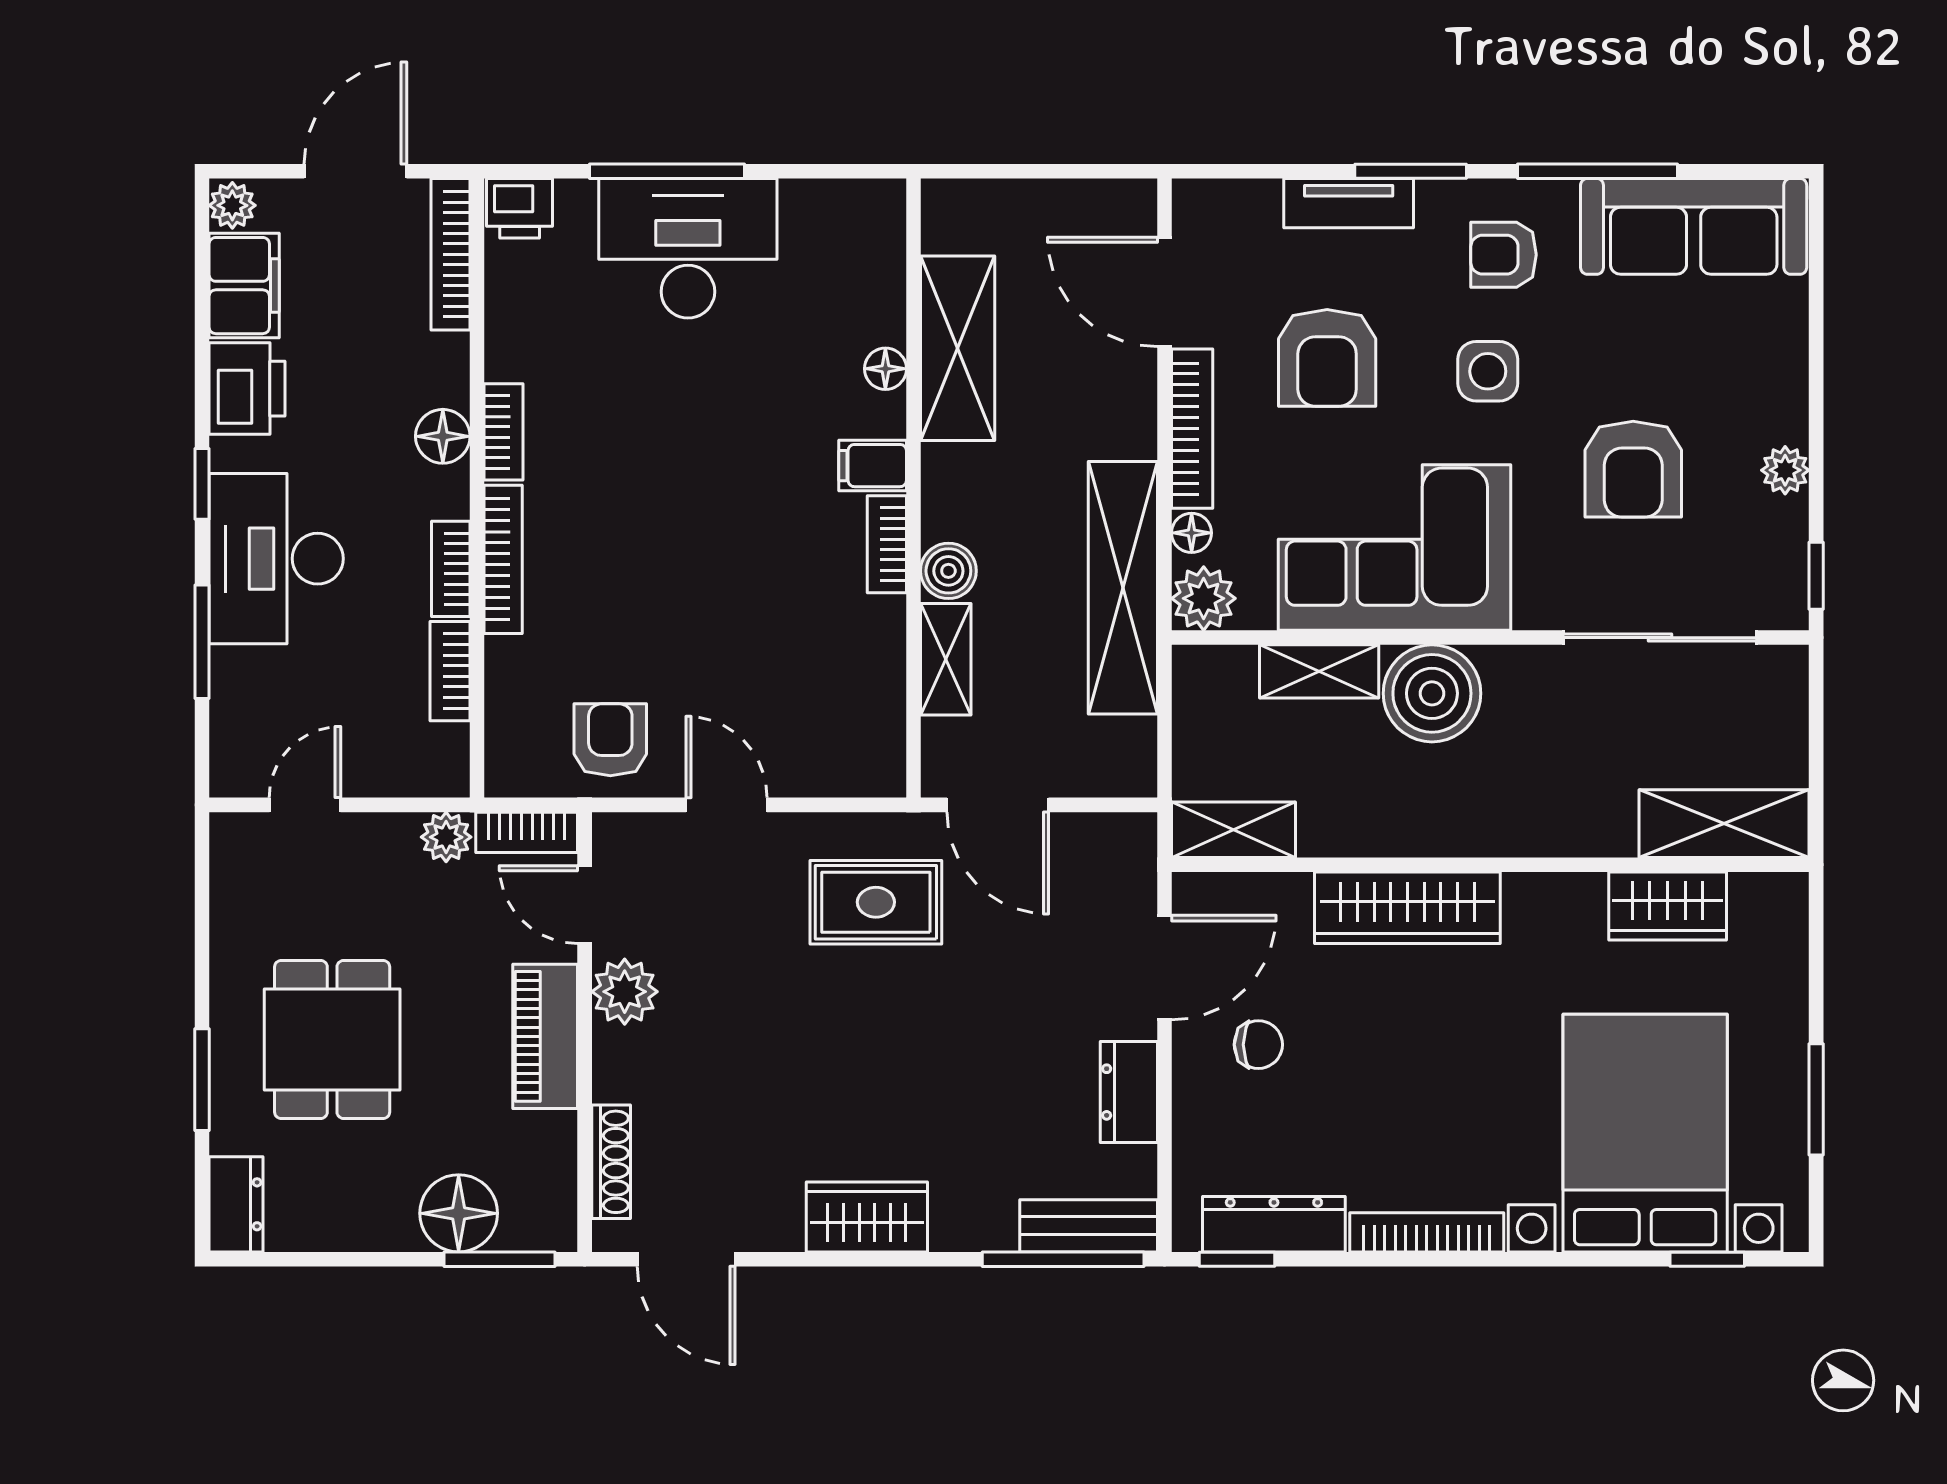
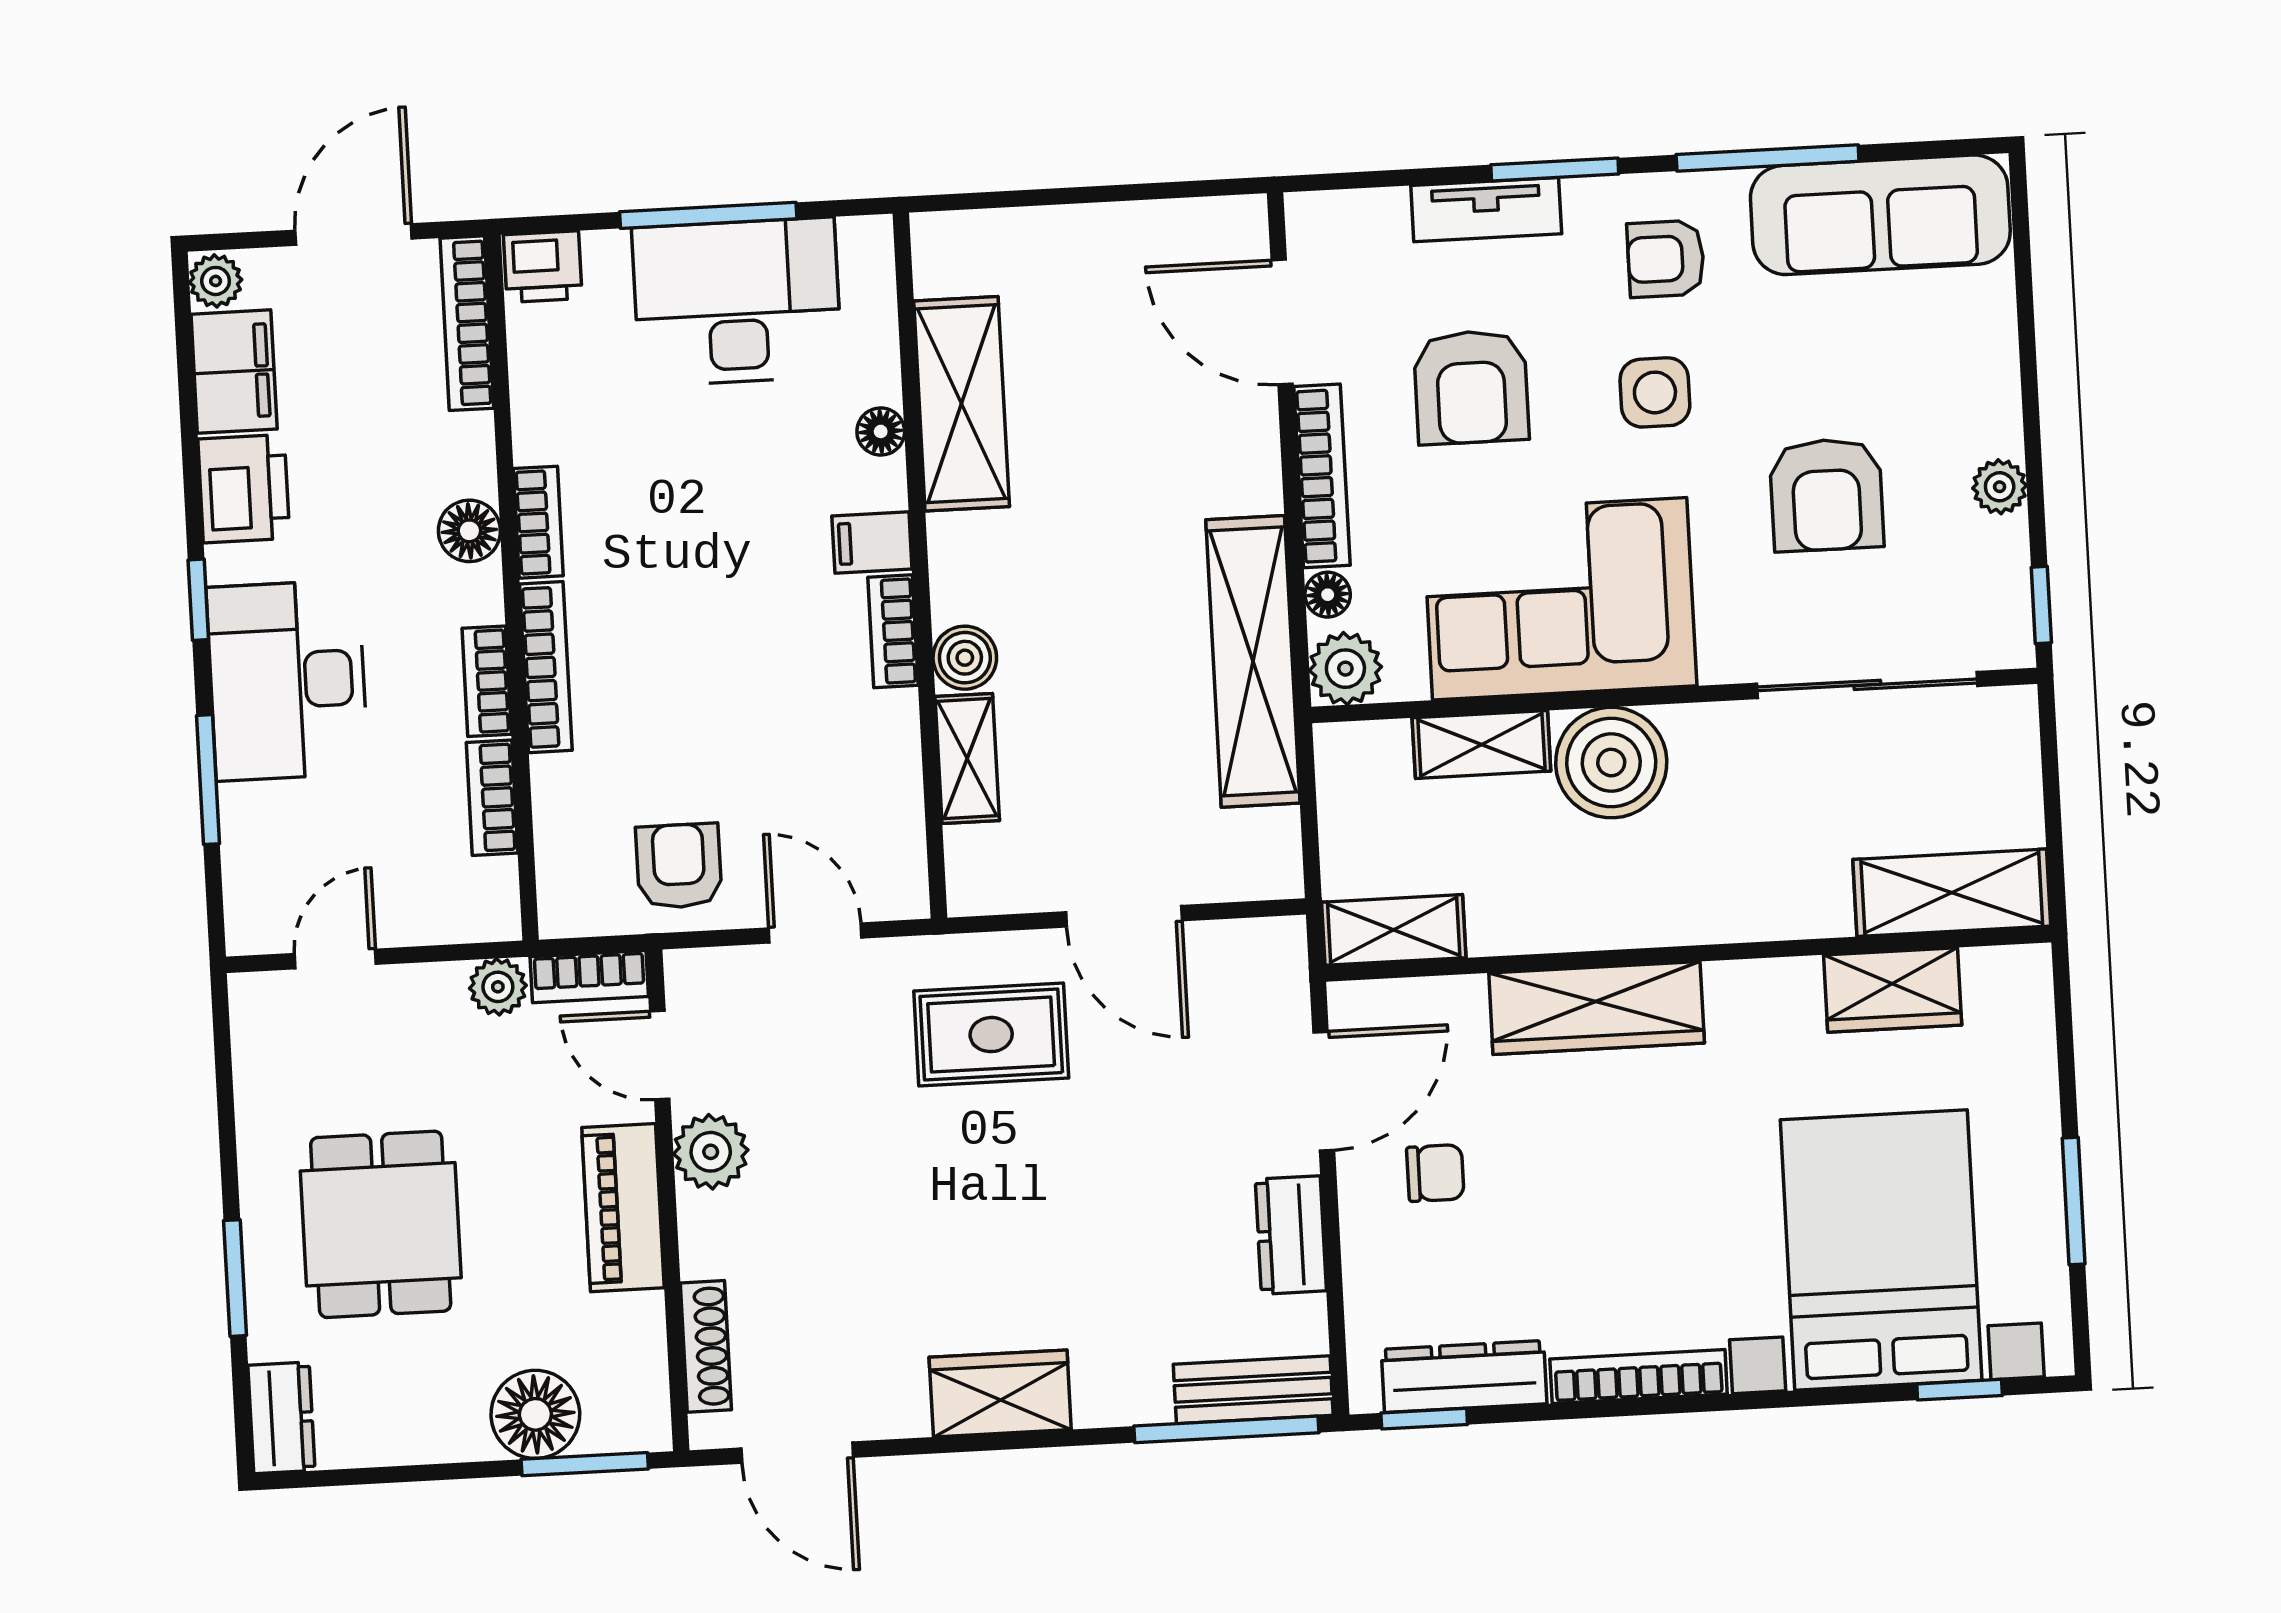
shelving: (958, 348) -> (962, 404), moved
floor lamp: (885, 369) -> (881, 431), moved
filing cabinet: (873, 466) -> (872, 542), moved
wall: (913, 488) -> (920, 566), moved
bookcase: (887, 544) -> (893, 631), moved
boiler: (948, 571) -> (965, 658), moved
shelving: (946, 659) -> (967, 759), moved

